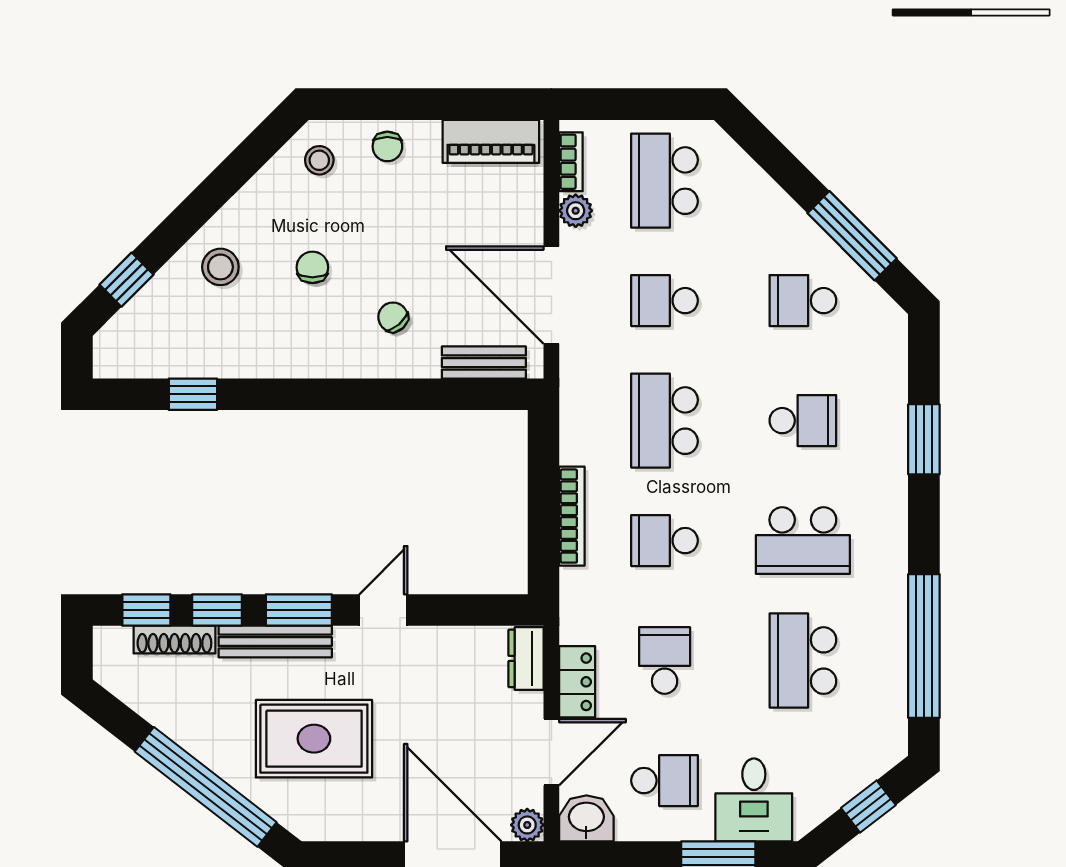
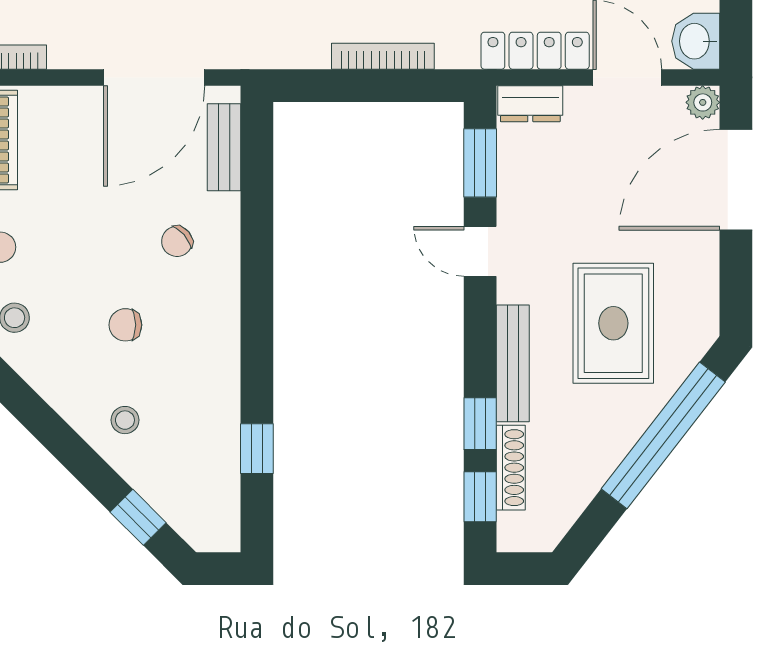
plant: (576, 211) -> (67, 52), removed
stool: (220, 267) -> (125, 420), width x0.73, depth x0.73
window: (299, 610) -> (480, 163), moved
locker: (577, 682) -> (535, 51), width x1.53

